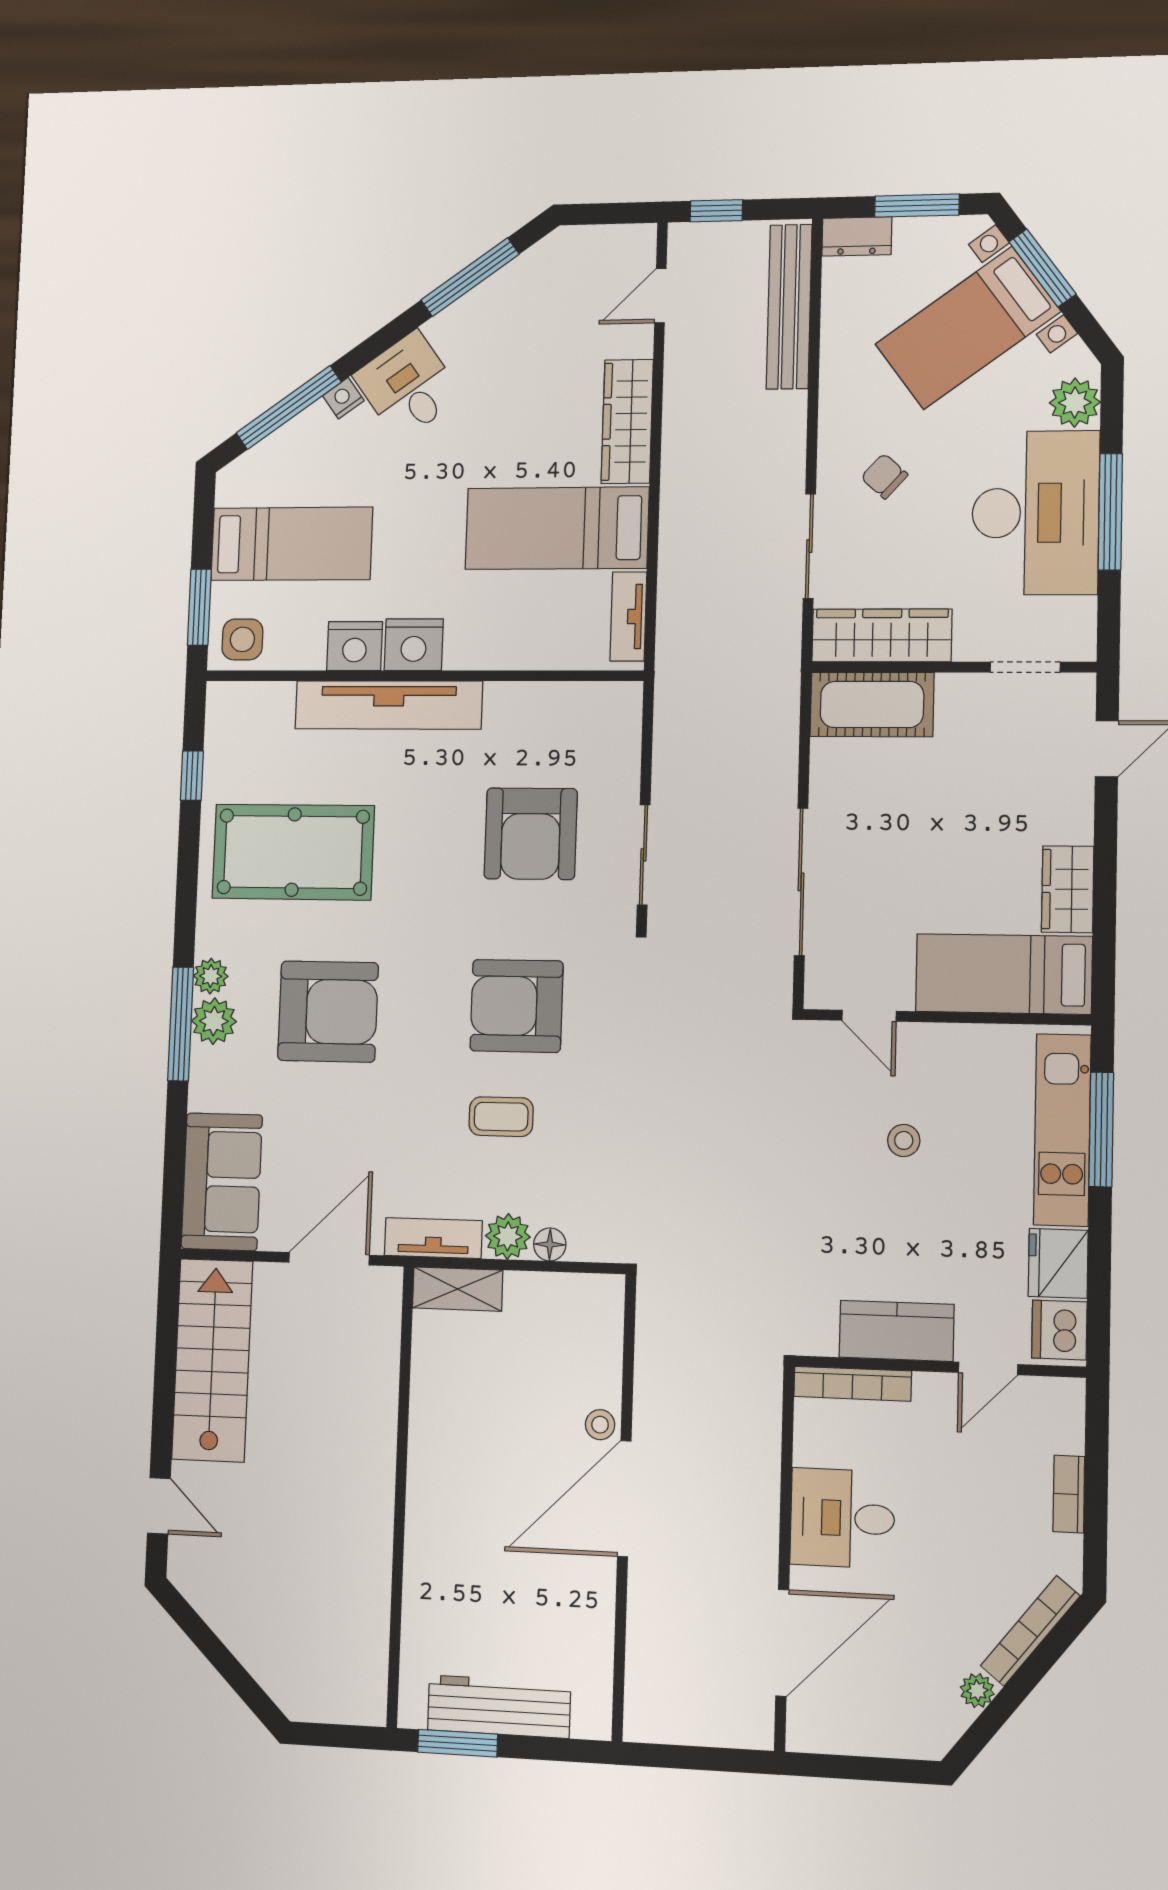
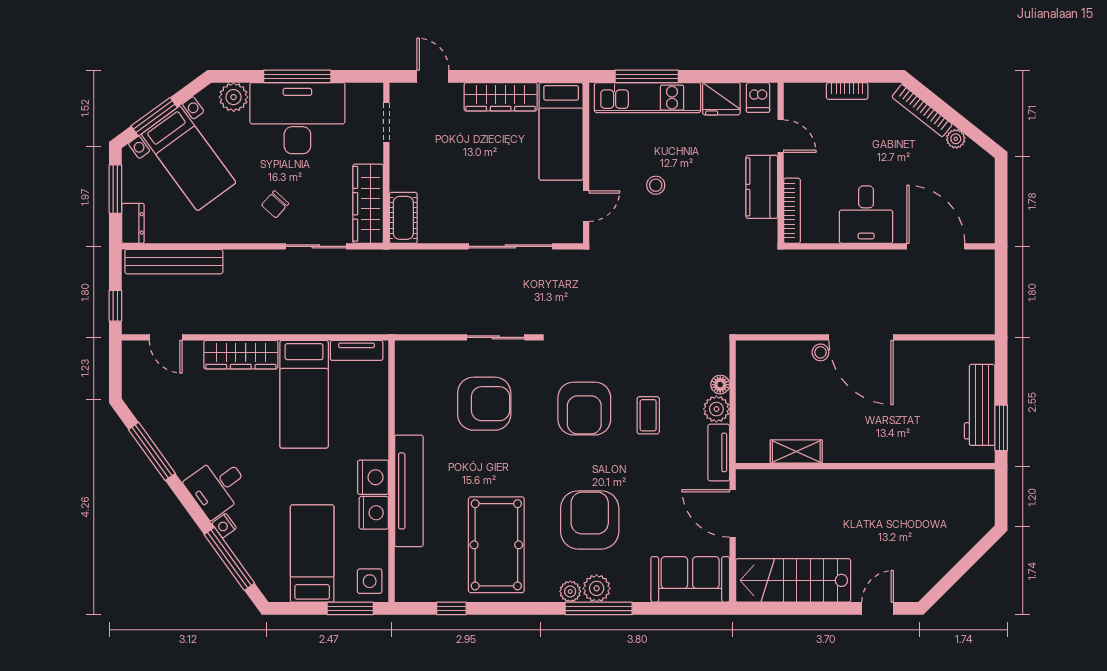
cot: (872, 704) -> (403, 218), width x0.73, depth x0.75
wardrobe: (1068, 889) -> (501, 97), width x1.50
shelving: (458, 1289) -> (796, 451), moved, turned 90
dishwasher: (1059, 1330) -> (758, 98), width x0.73

